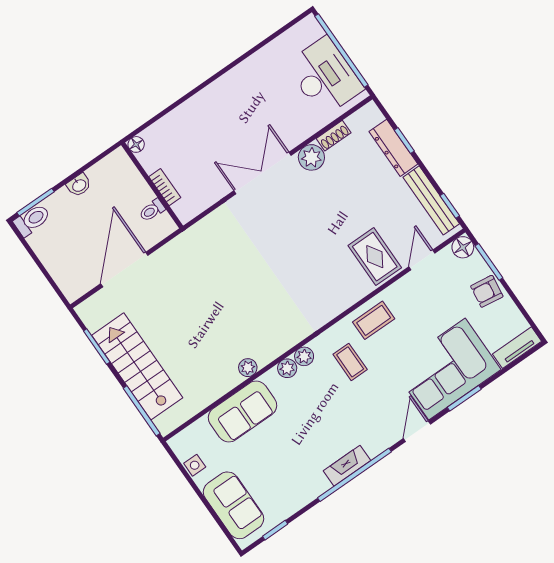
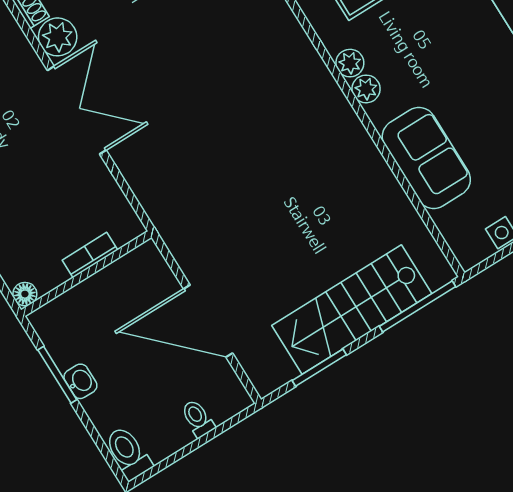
double door: (263, 173) -> (77, 110), swing flipped
window: (35, 202) -> (57, 375), moved
toilet: (152, 210) -> (198, 418), moved, turned 180
plant: (248, 368) -> (362, 147), removed

